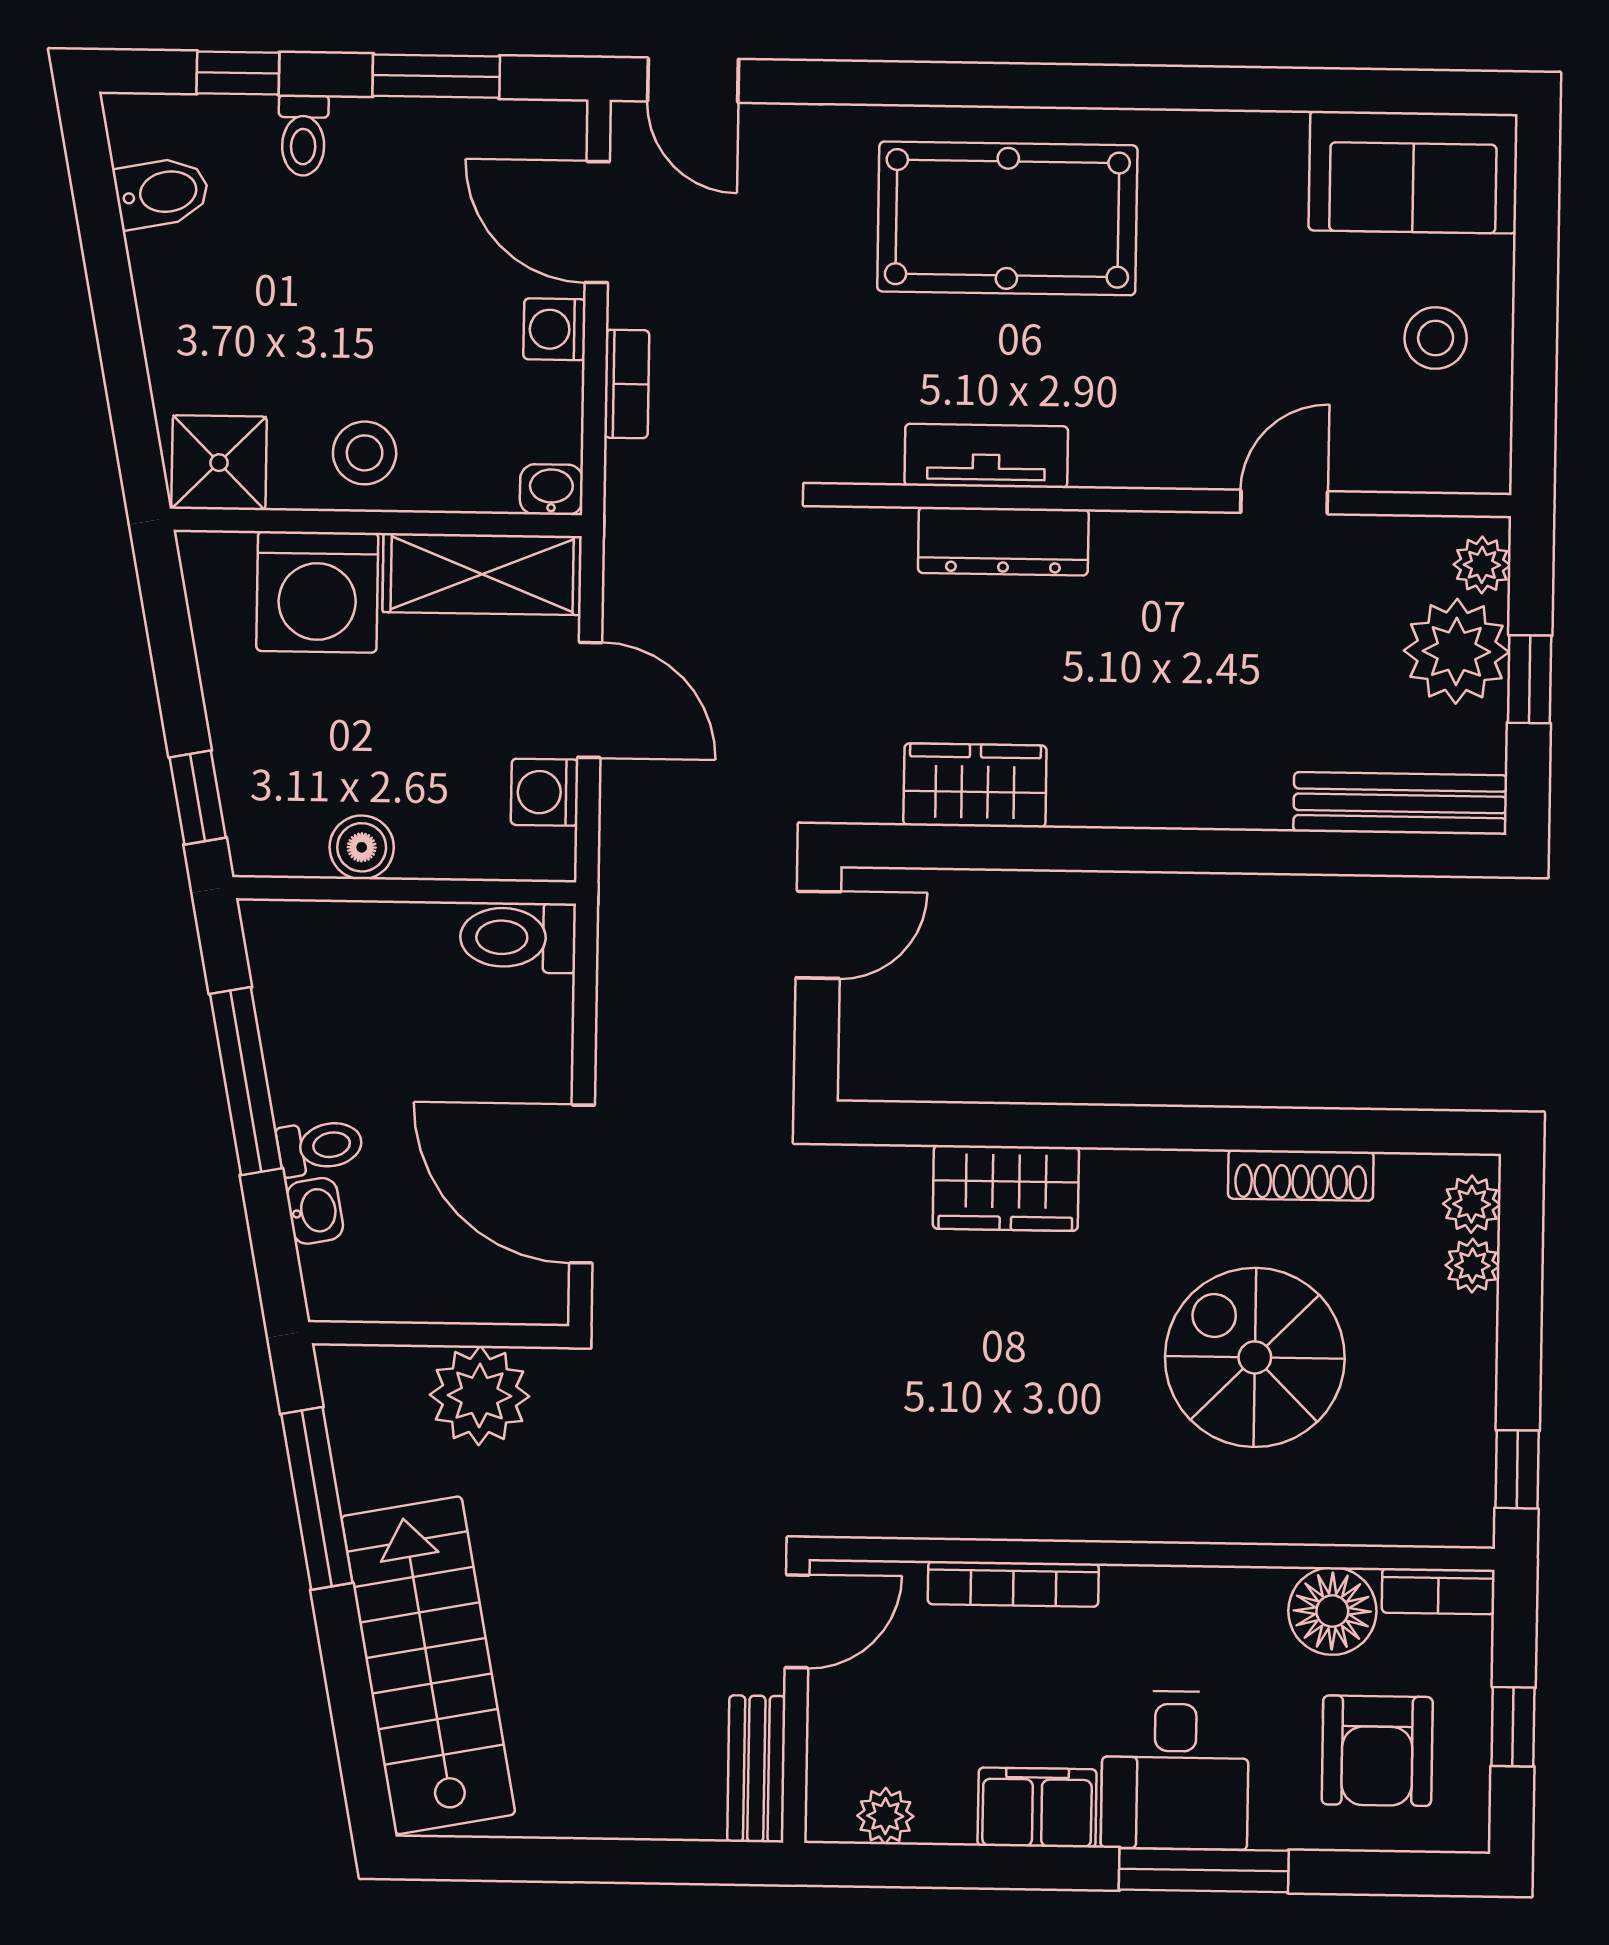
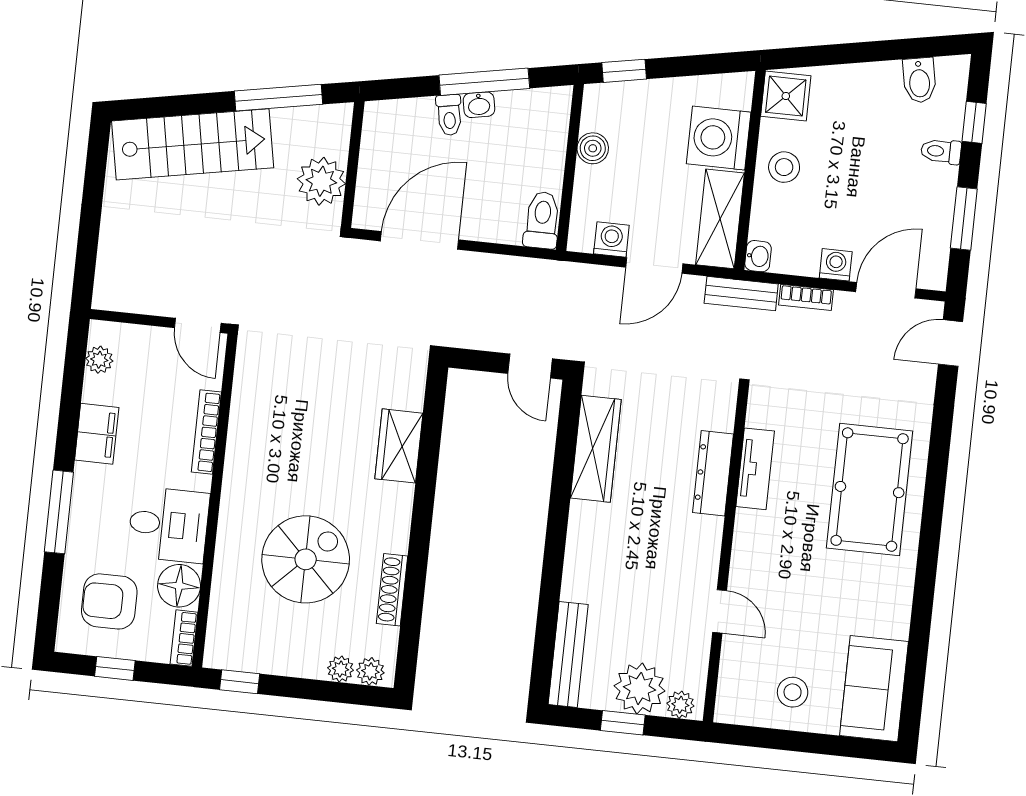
wardrobe: (975, 785) -> (596, 449), width x1.50
washbasin: (315, 1211) -> (479, 105), moved
bench: (756, 1769) -> (741, 294), moved
desk: (1175, 1770) -> (169, 525), moved, turned 180

